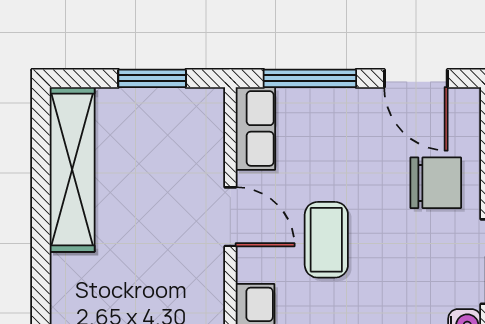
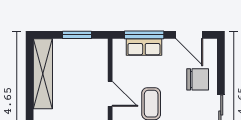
row of seats: (255, 128) -> (144, 47), moved, turned 90

